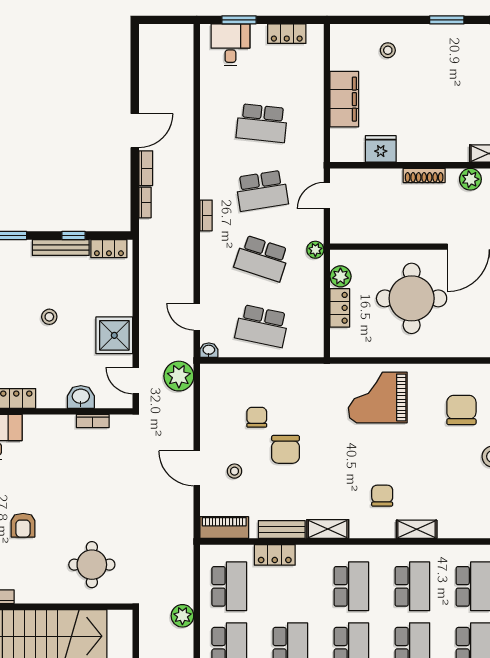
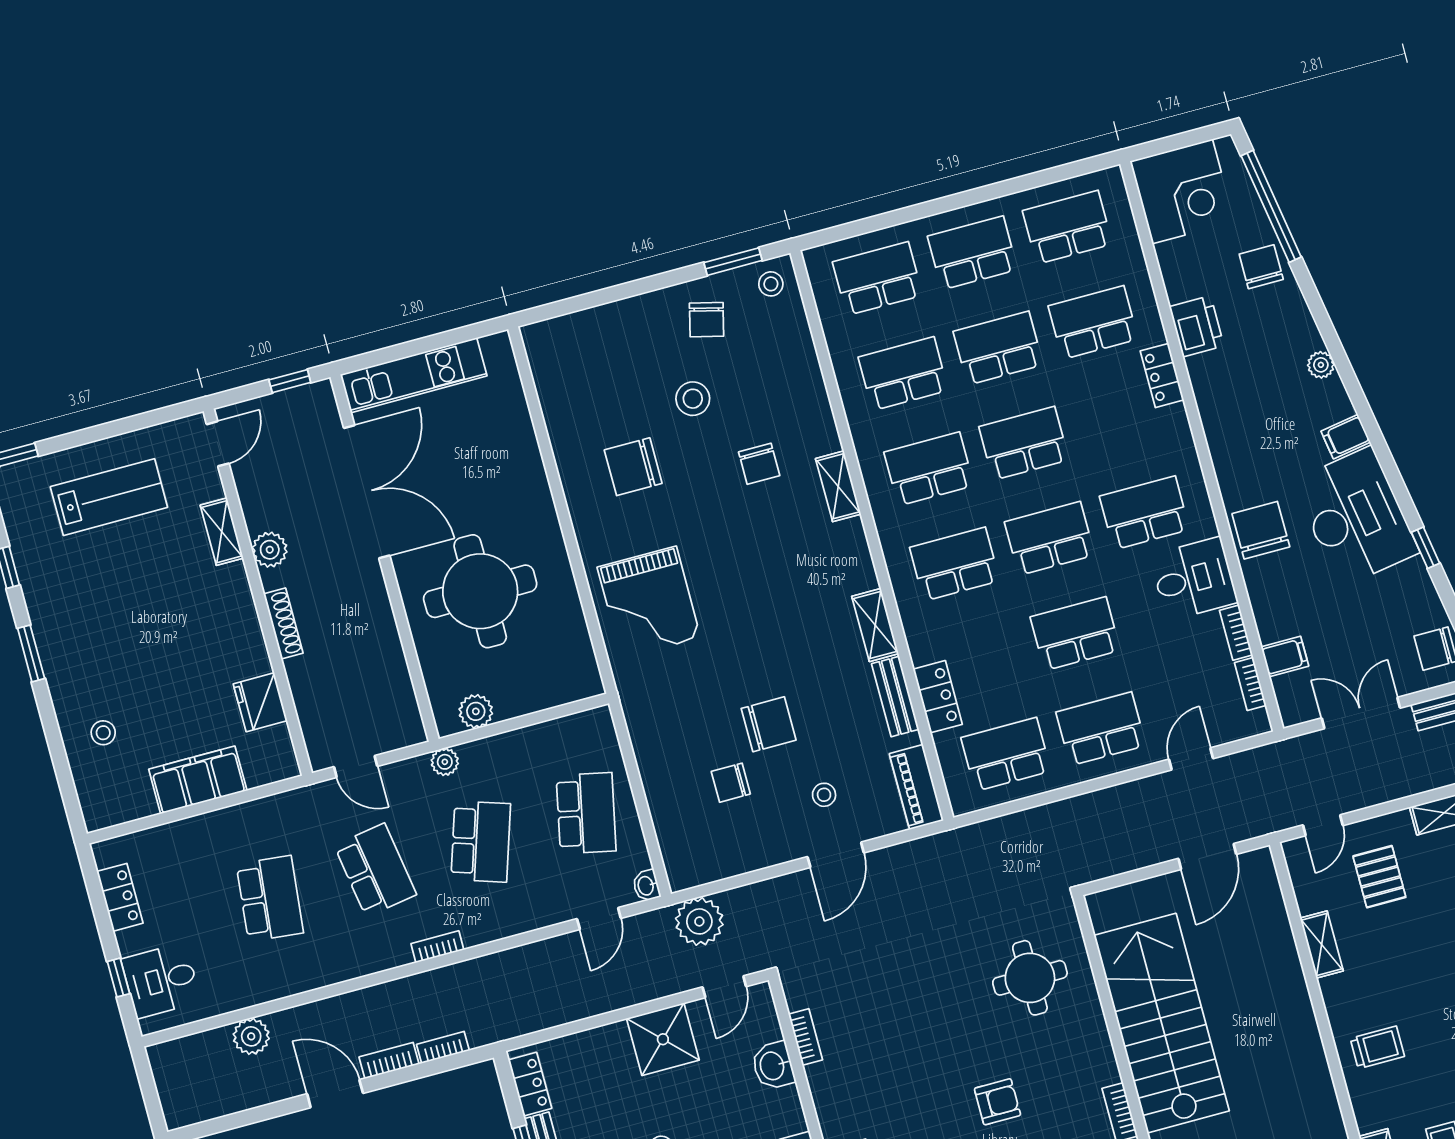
window: (239, 20) -> (119, 978), width x0.67
locker: (340, 308) -> (525, 699), removed
chair: (382, 496) -> (759, 464), moved, turned -90
plant: (182, 616) -> (251, 1036), moved

